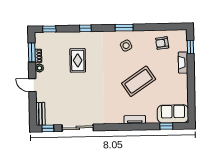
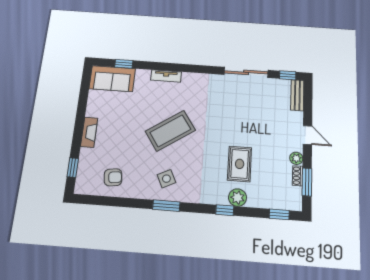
plant: (77, 37) -> (238, 198), added
fireplace: (183, 63) -> (89, 132), moved
coffee table: (139, 81) -> (170, 131), moved

